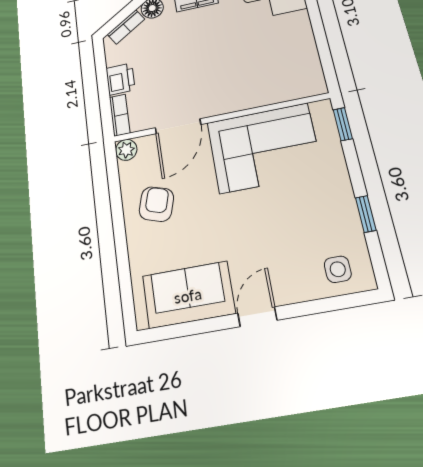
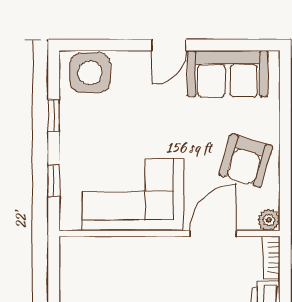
window: (343, 124) -> (54, 181), moved
armchair: (156, 204) -> (246, 161), width x1.38, depth x1.38
side table: (338, 269) -> (90, 73), width x1.87, depth x1.87

